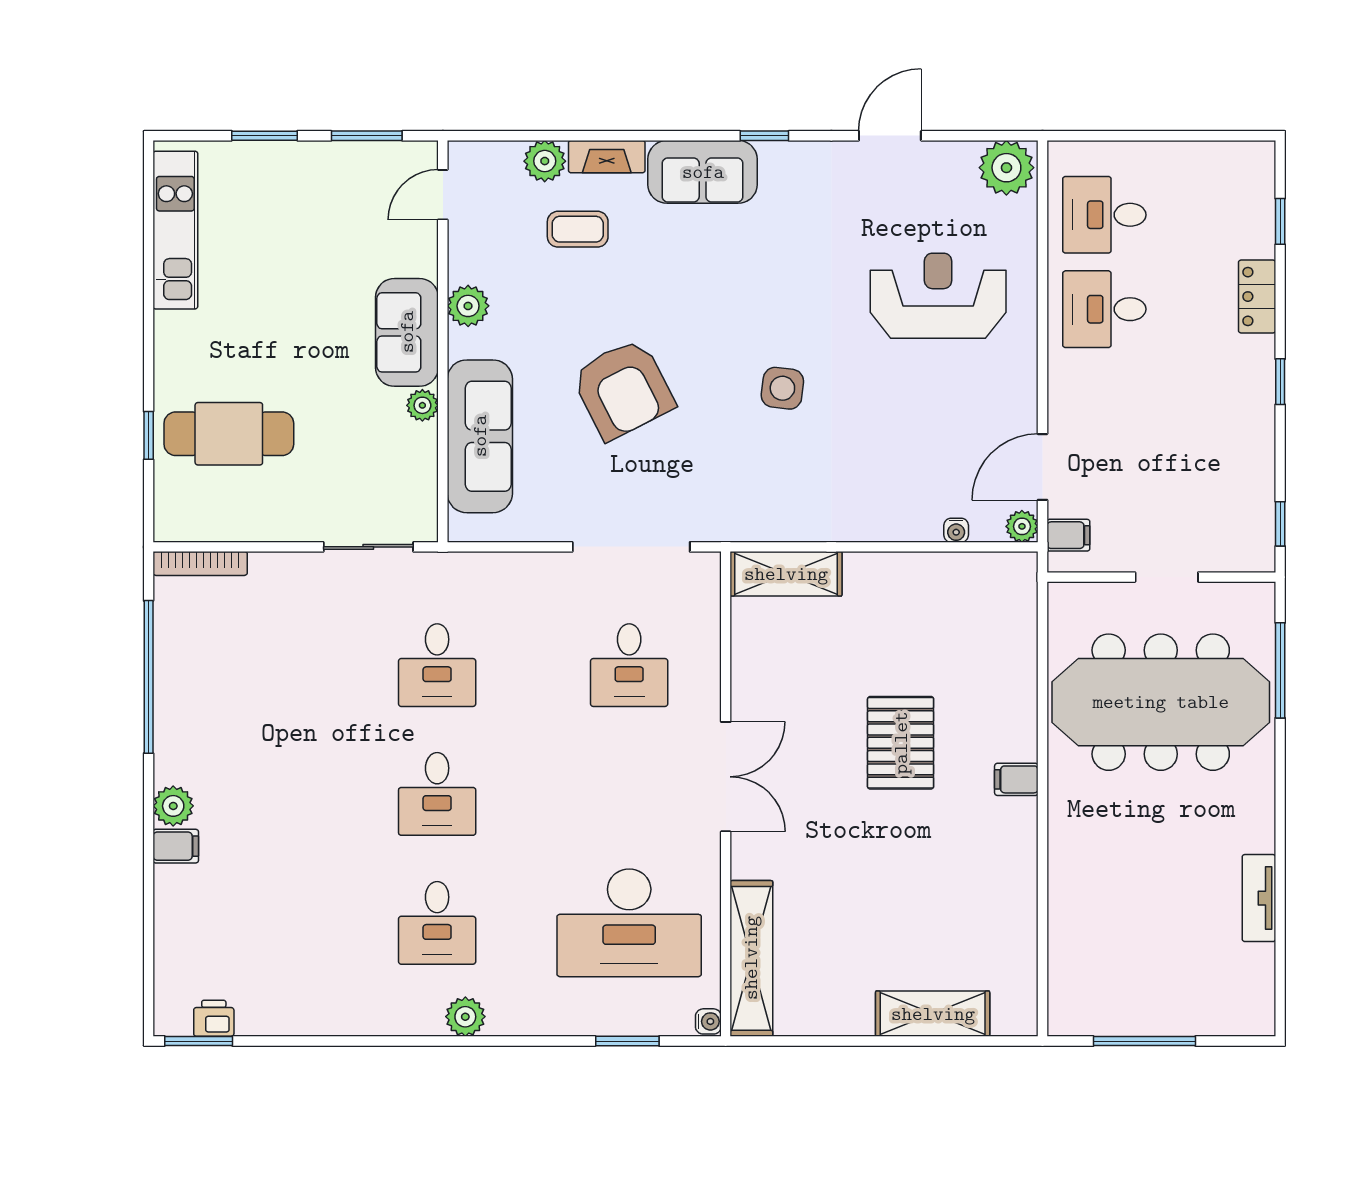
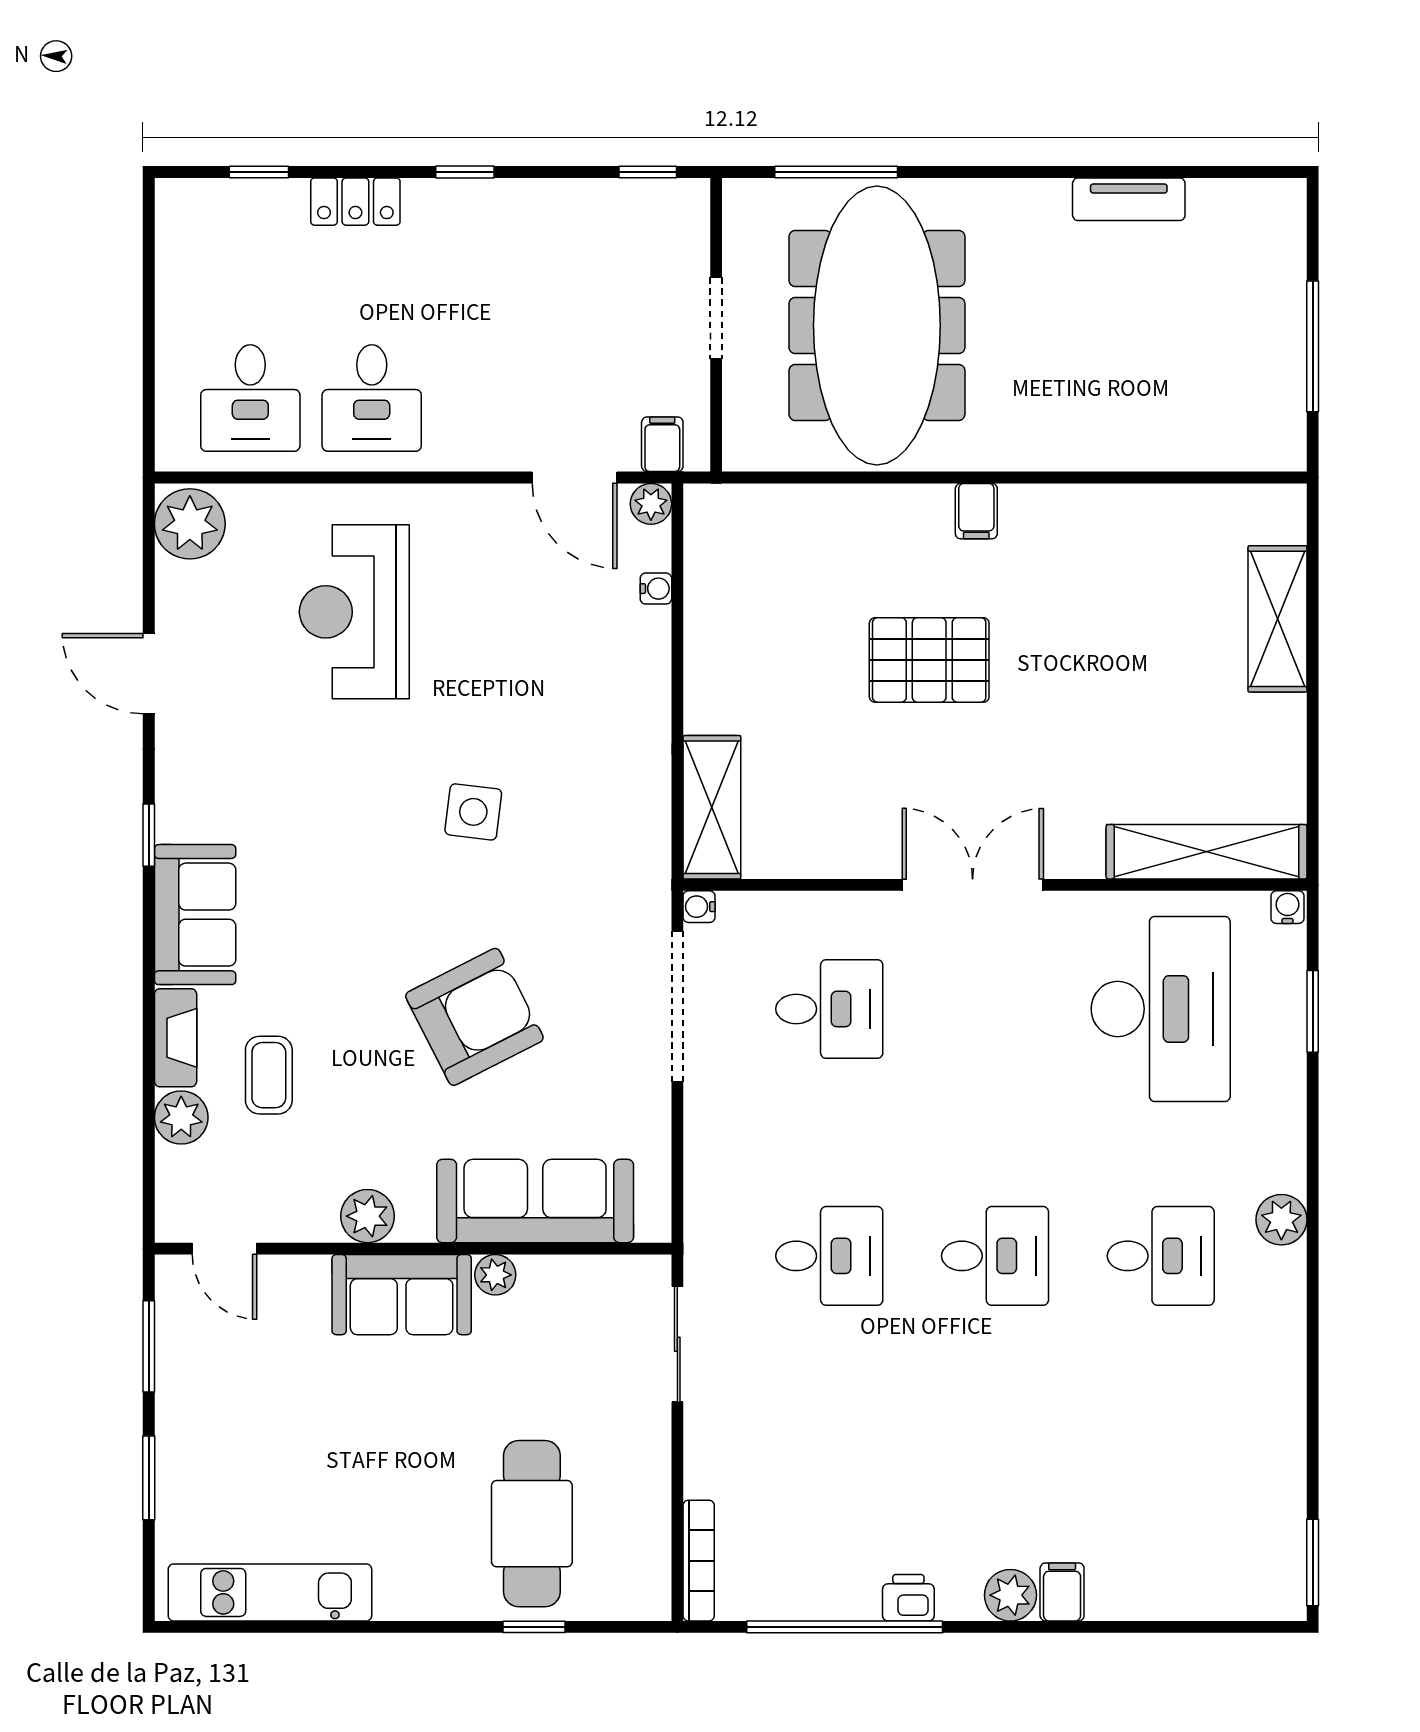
water cooler: (709, 564) -> (699, 907), added
printer: (214, 1018) -> (908, 1598), moved, turned 90

